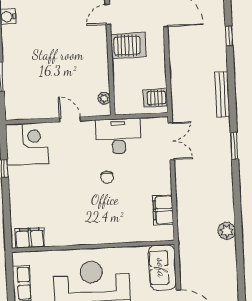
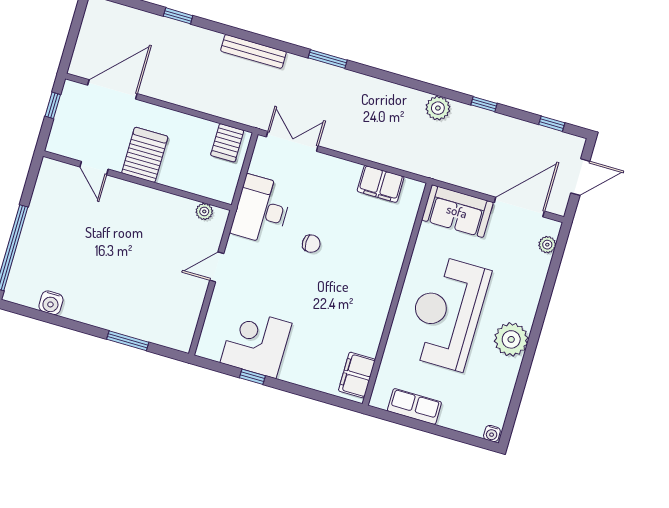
corner desk: (27, 144) -> (256, 343), moved
window: (240, 261) -> (484, 104), added

